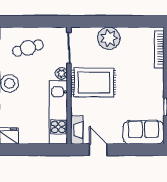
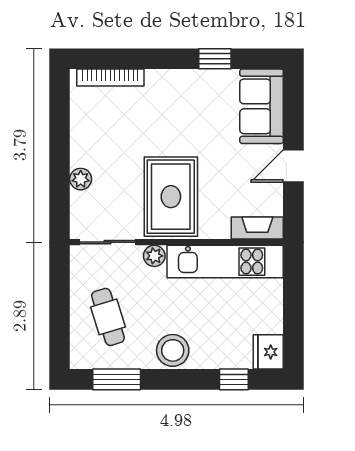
plant: (109, 38) -> (81, 179), width x0.53, depth x0.53
door: (98, 150) -> (293, 166), moved

